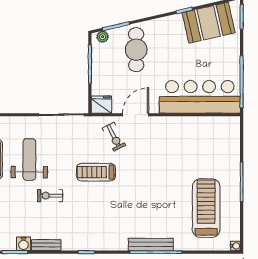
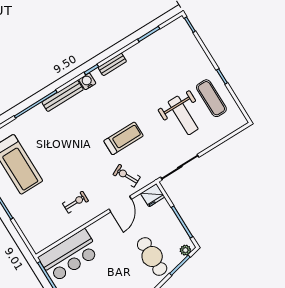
bar counter: (200, 97) -> (69, 256), width x0.73
exercise bike: (50, 196) -> (76, 202), moved
water cooler: (23, 244) -> (87, 81), moved
bench: (151, 244) -> (63, 96), moved
bench: (46, 245) -> (112, 64), moved

